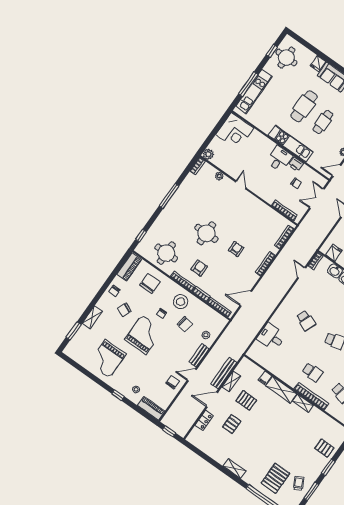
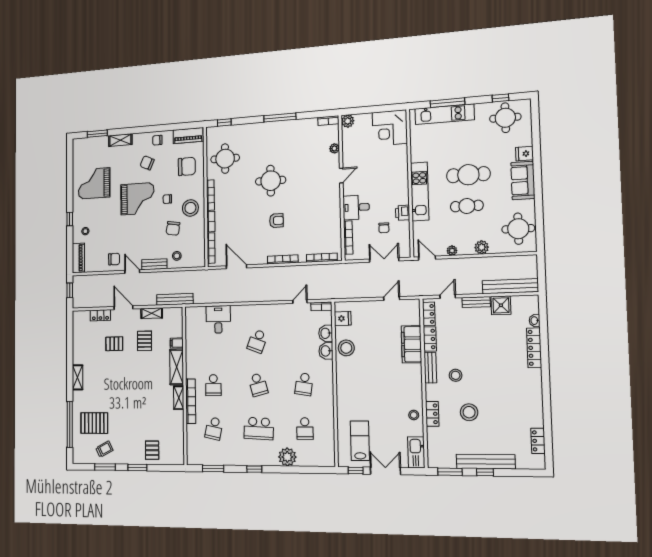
desk: (279, 159) -> (356, 207), moved, turned 180
armchair: (199, 268) -> (233, 200), removed
bench: (224, 373) -> (175, 299), moved

